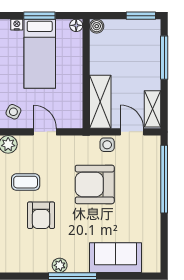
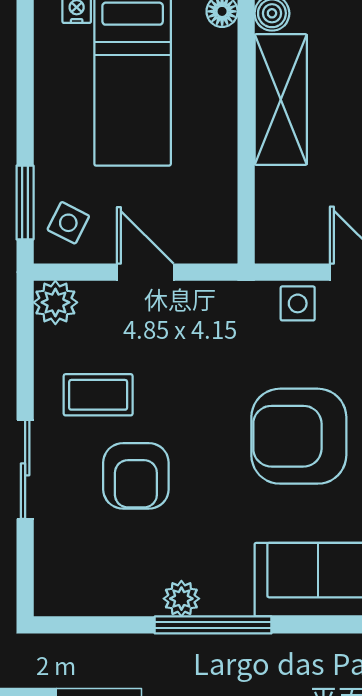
shelving: (100, 102) -> (281, 99), moved
armchair: (95, 184) -> (299, 436), moved

